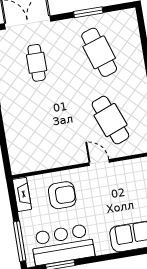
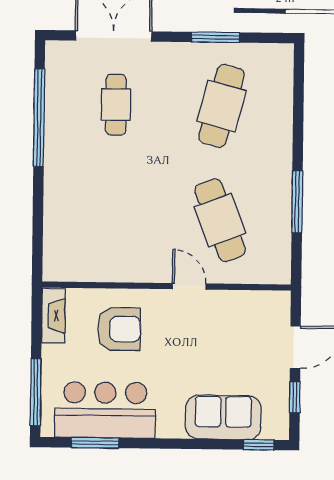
cafe table: (99, 52) -> (222, 106), turned 33

